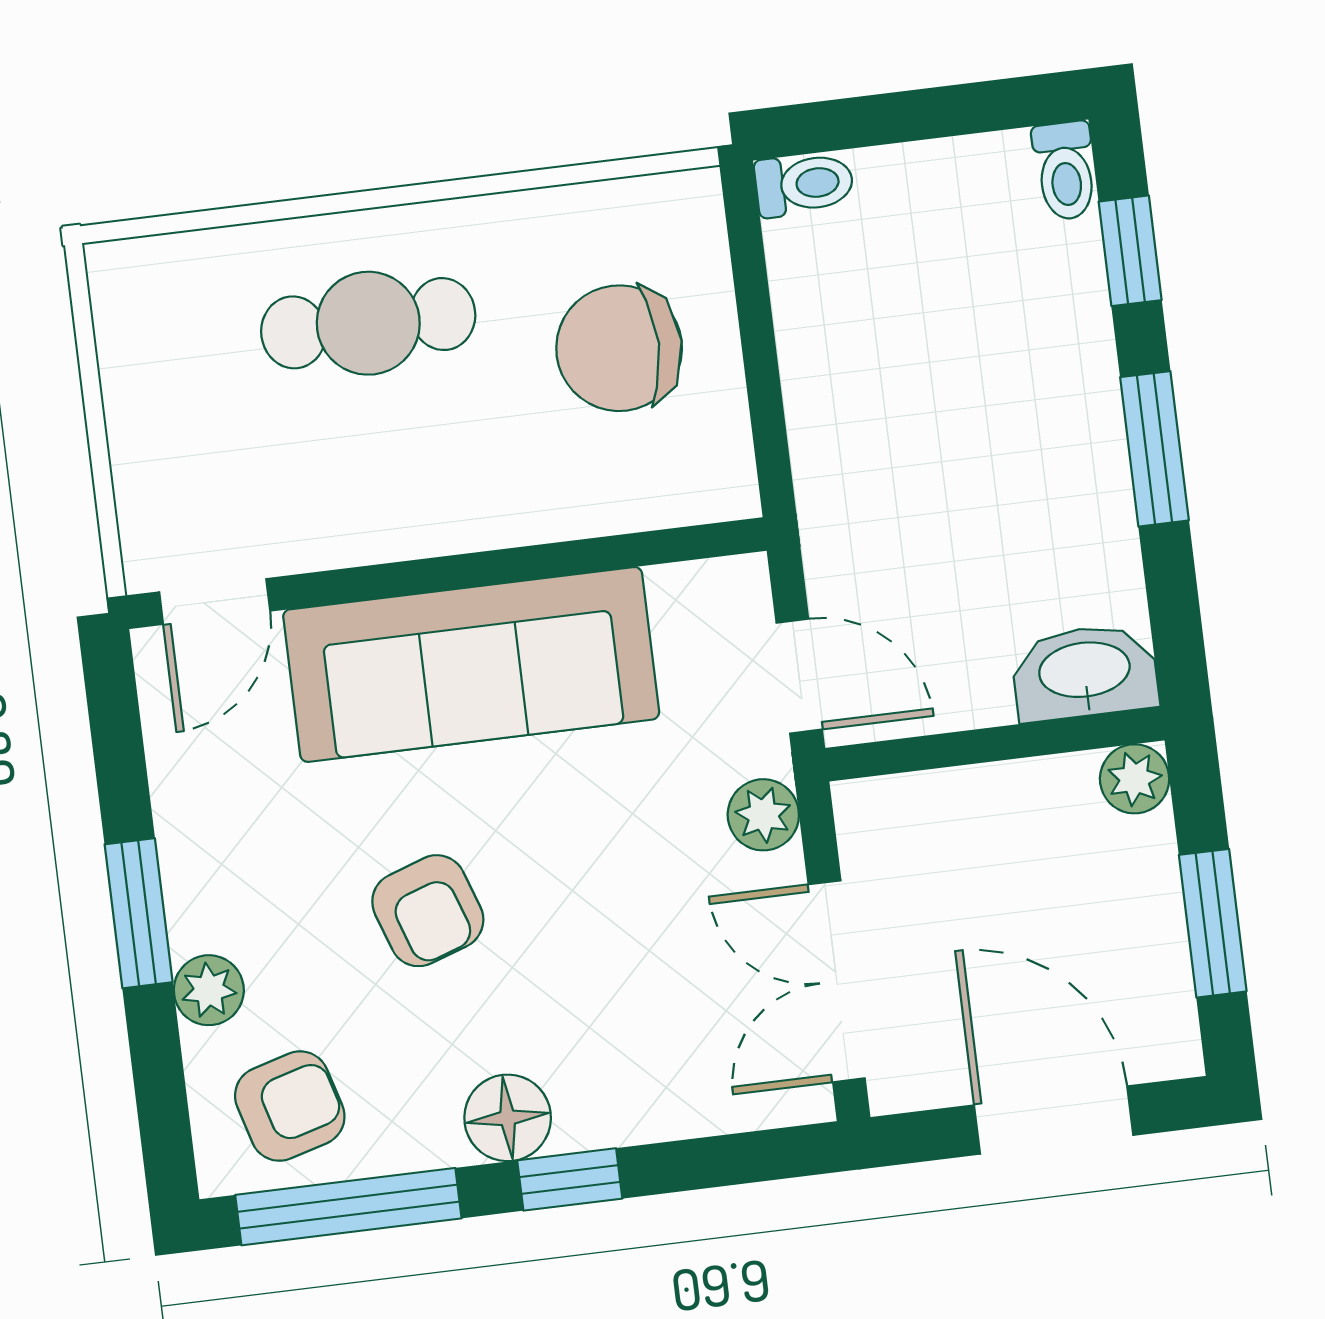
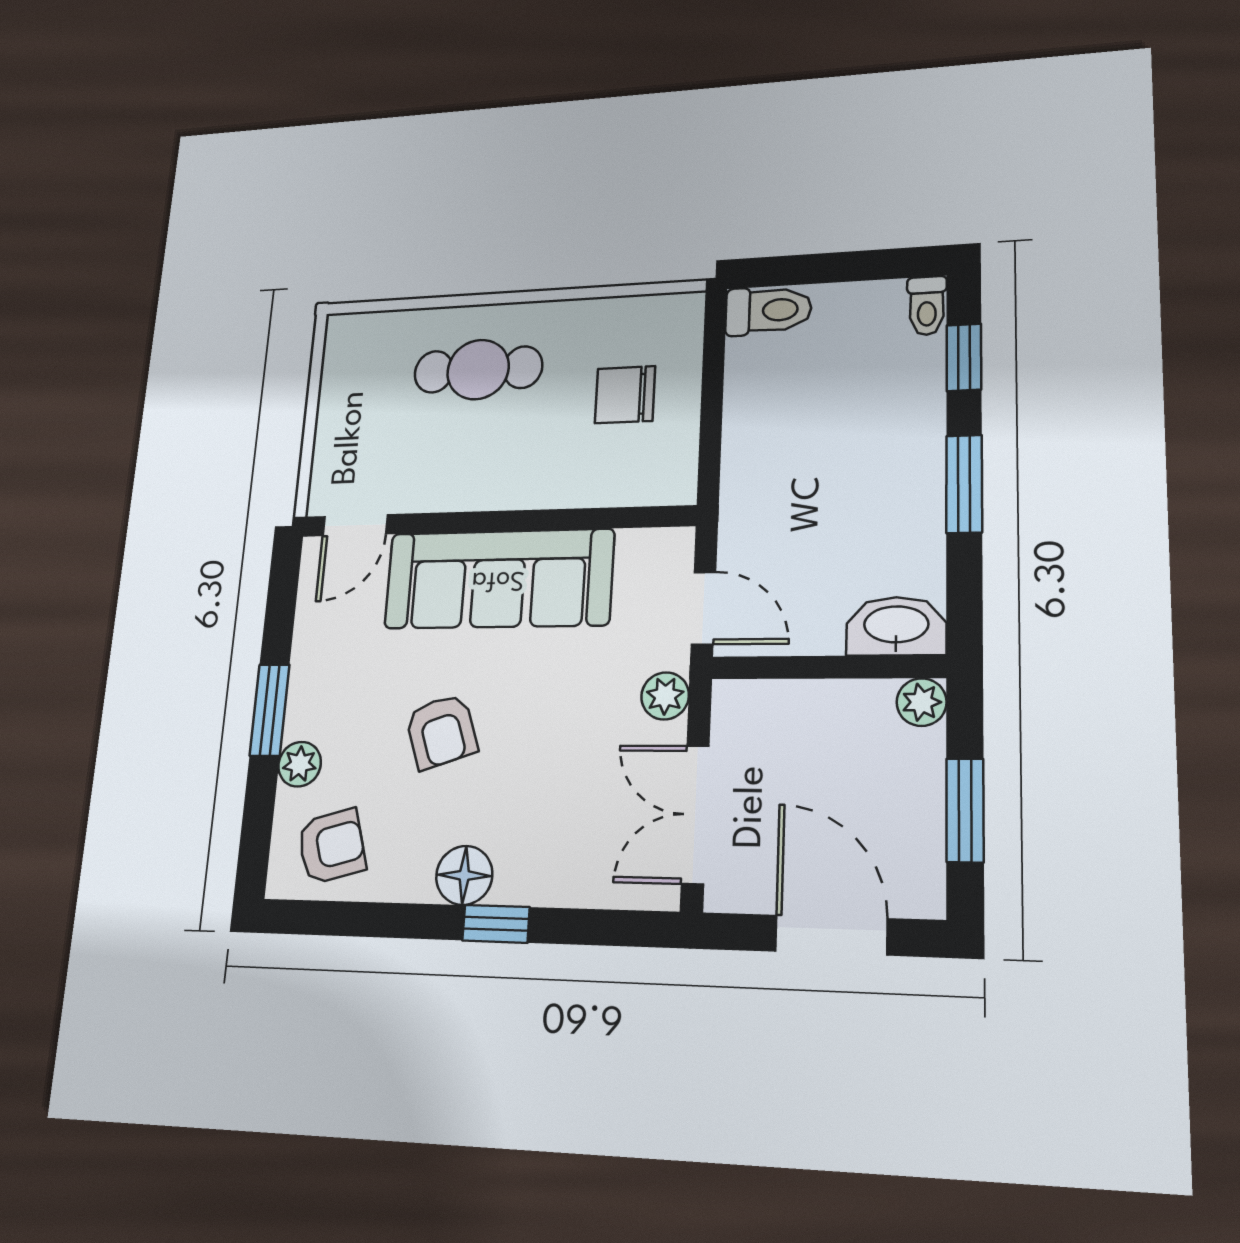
toilet: (804, 184) -> (768, 310), width x1.37, depth x1.39
chair: (619, 348) -> (625, 395), width x0.73, depth x0.73
window: (348, 1207) -> (353, 919), removed

